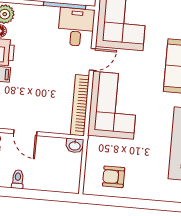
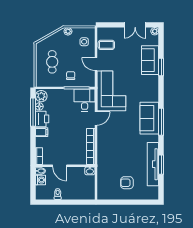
corner sofa: (113, 105) -> (111, 145), removed
armchair: (114, 177) -> (127, 183), moved

